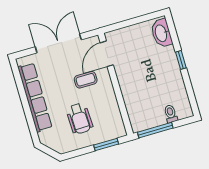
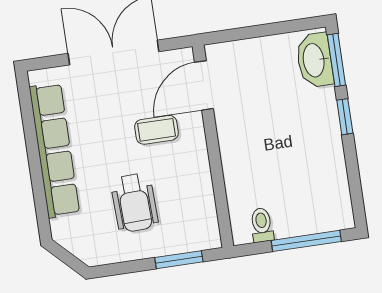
window: (173, 32) -> (336, 60), added
toilet: (171, 114) -> (262, 225), moved
window: (155, 130) -> (306, 241), moved

